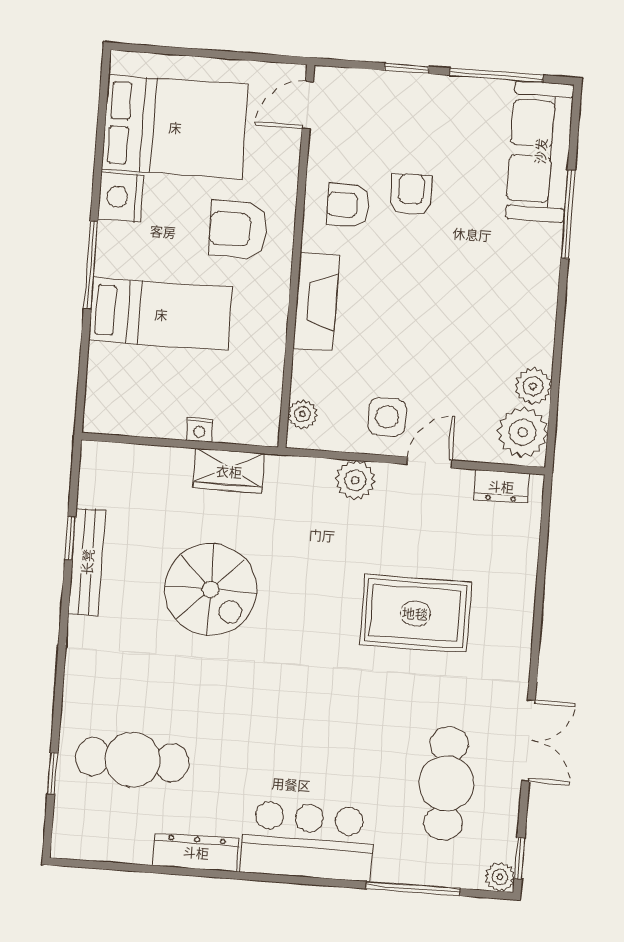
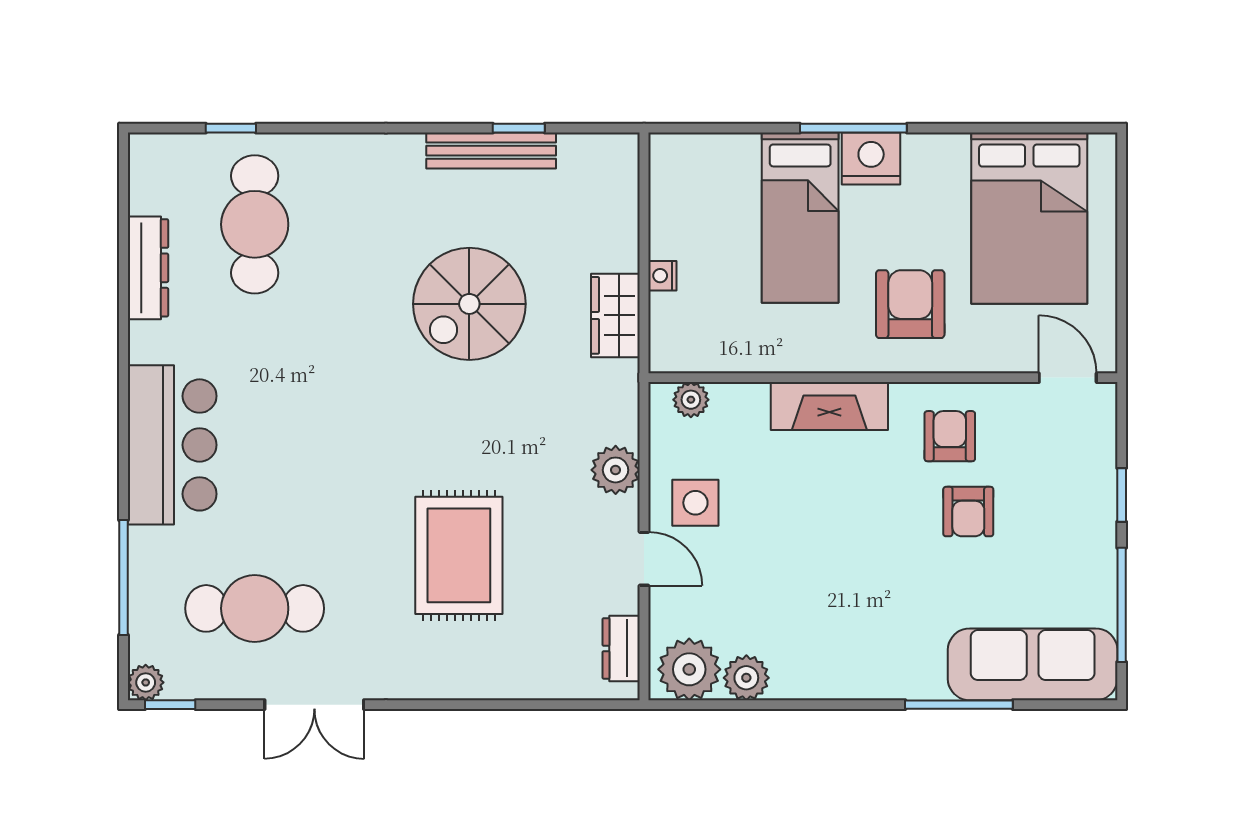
armchair: (411, 195) -> (968, 512), turned 90
nightstand: (121, 197) -> (871, 159), moved
dresser: (196, 852) -> (148, 268), moved

